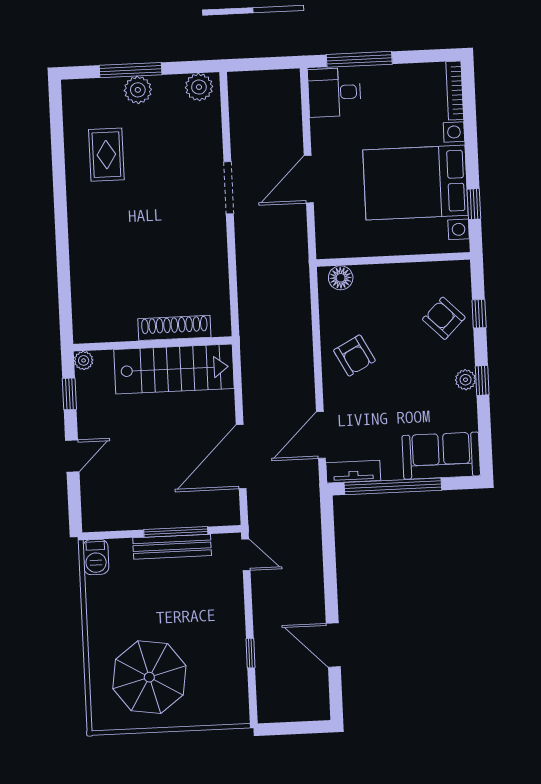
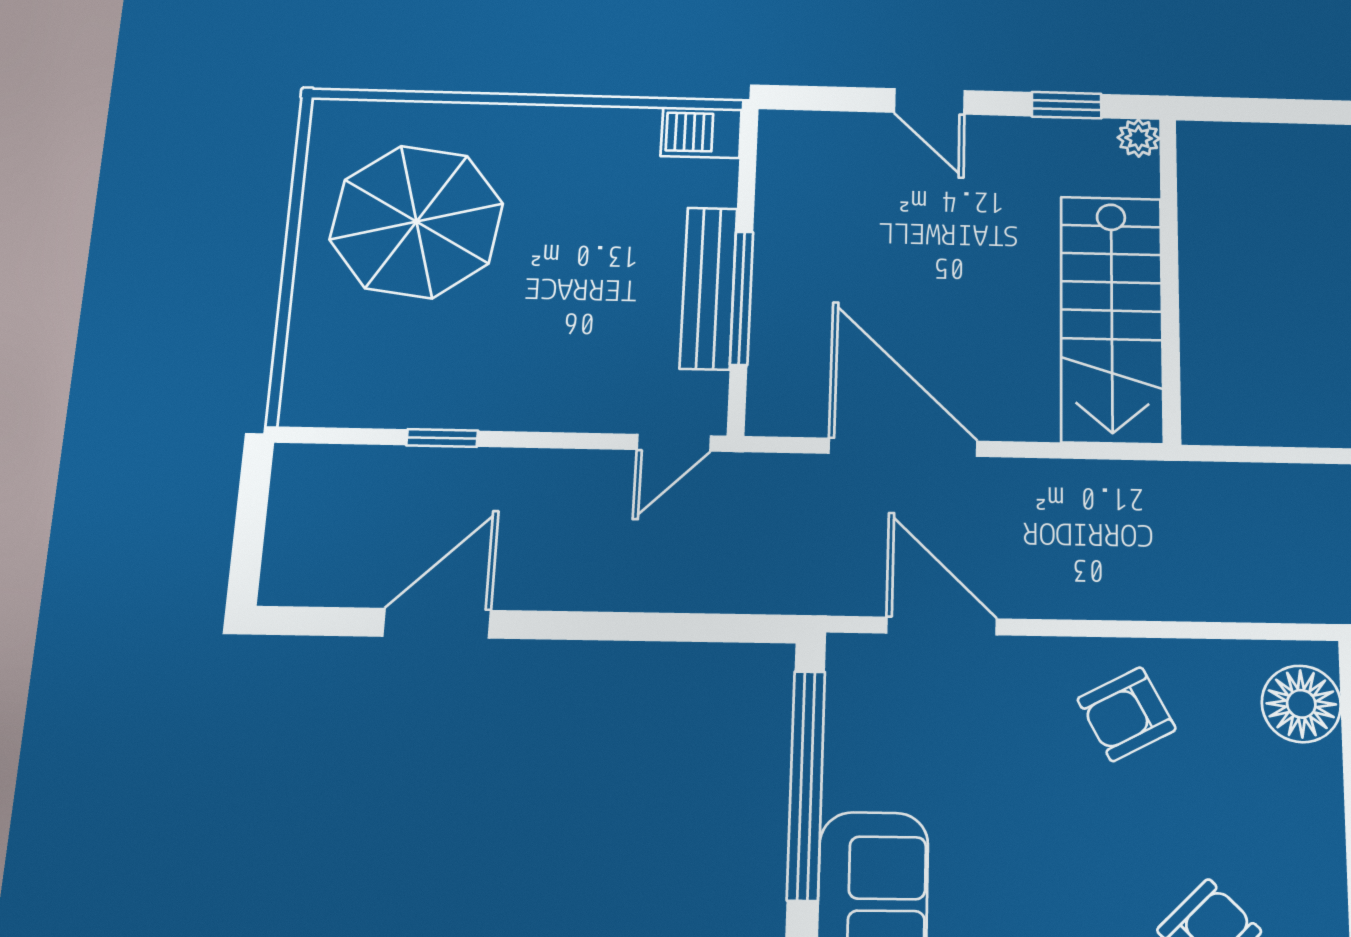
floor lamp: (341, 278) -> (1301, 704), width x1.38, depth x1.38
shoe rack: (174, 328) -> (1204, 326), removed
tv unit: (353, 472) -> (849, 695), removed

